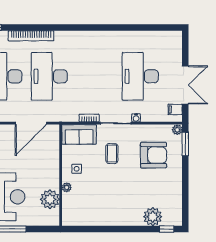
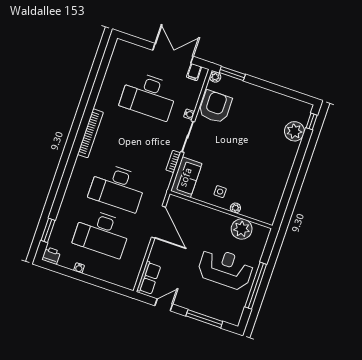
bookcase: (31, 36) -> (90, 133), moved
coffee table: (112, 154) -> (217, 151), removed
armchair: (154, 155) -> (215, 107), moved

